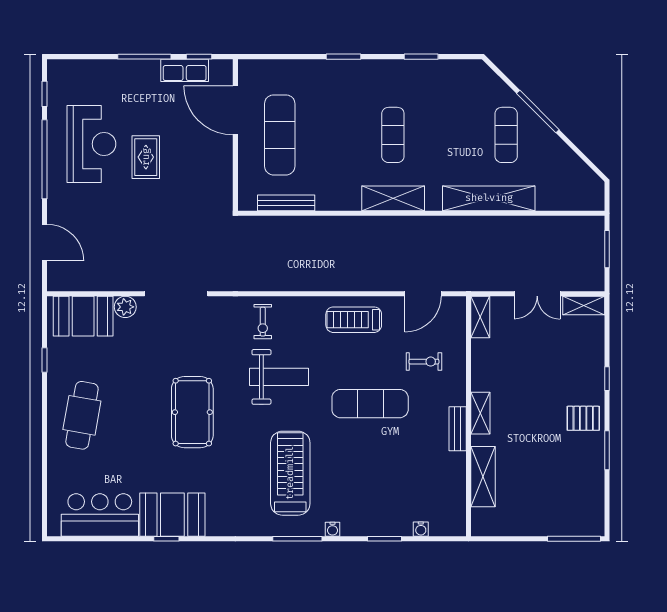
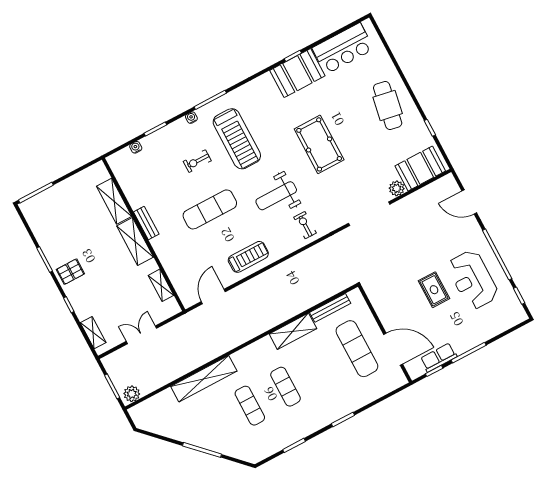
exercise mat: (506, 135) -> (250, 406), moved
shelving: (393, 198) -> (293, 331), moved
plant: (588, 227) -> (132, 394), added
shelving: (584, 305) -> (93, 333), moved, turned 90
shelving: (480, 317) -> (161, 285), moved
exercise bike: (424, 362) -> (197, 161), moved
shelving: (480, 413) -> (135, 242), width x1.50, depth x1.33

